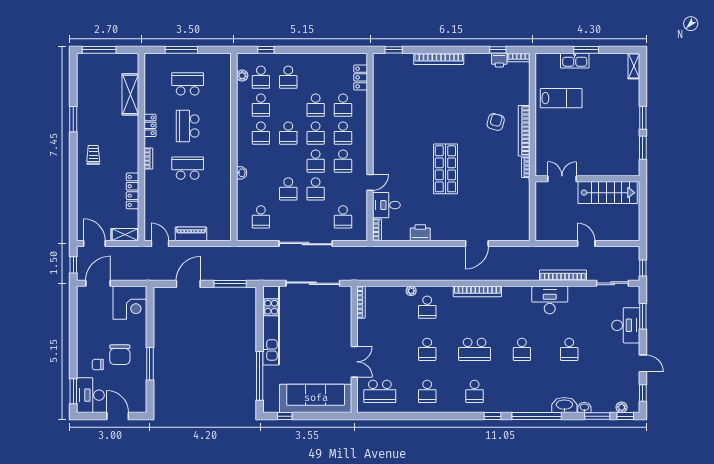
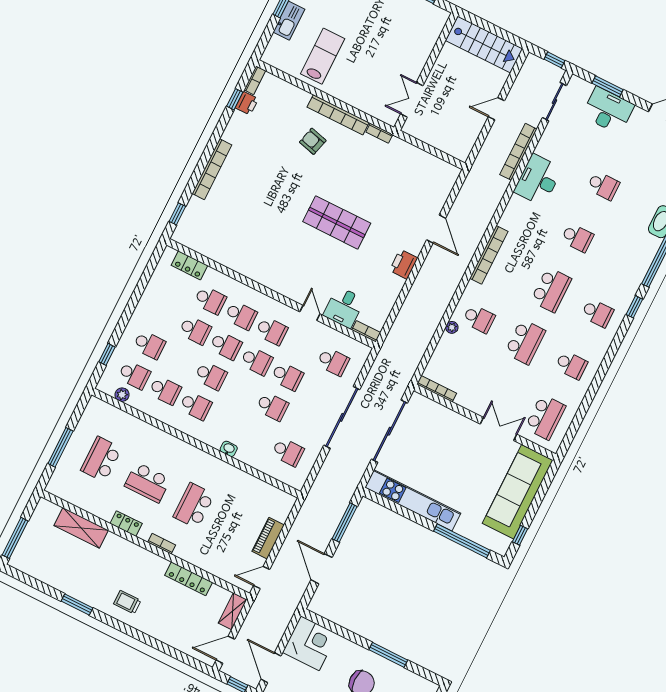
stairs: (608, 193) -> (484, 45), moved, turned 90
printer: (420, 233) -> (404, 264), moved
school desk: (427, 349) -> (525, 342), width x1.85

